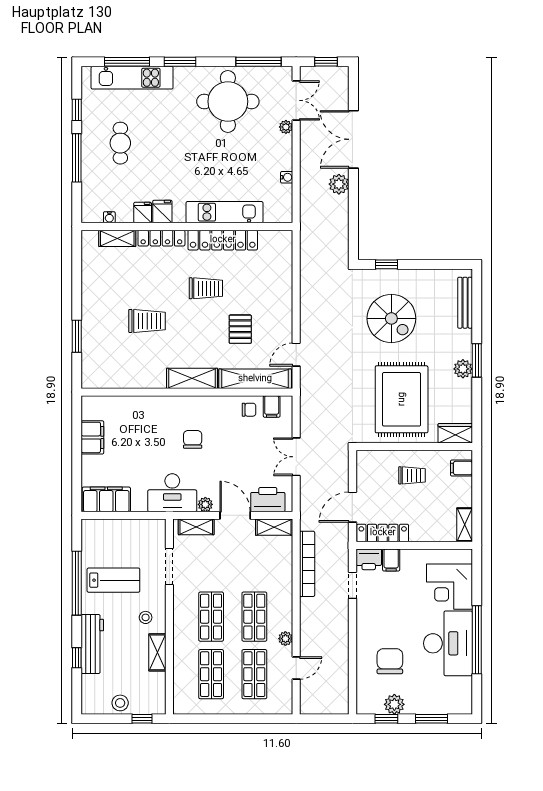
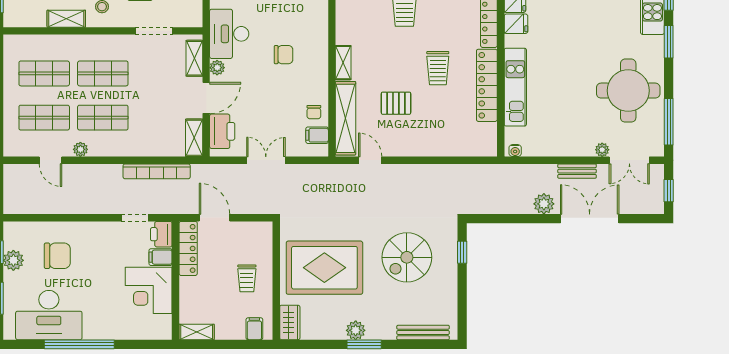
bench: (307, 152) -> (577, 171), added
water cooler: (287, 177) -> (515, 151), moved
shelving: (192, 378) -> (343, 63), width x0.67, depth x0.75
corner desk: (449, 587) -> (149, 290), moved, turned -90
desk: (448, 643) -> (49, 315), moved

